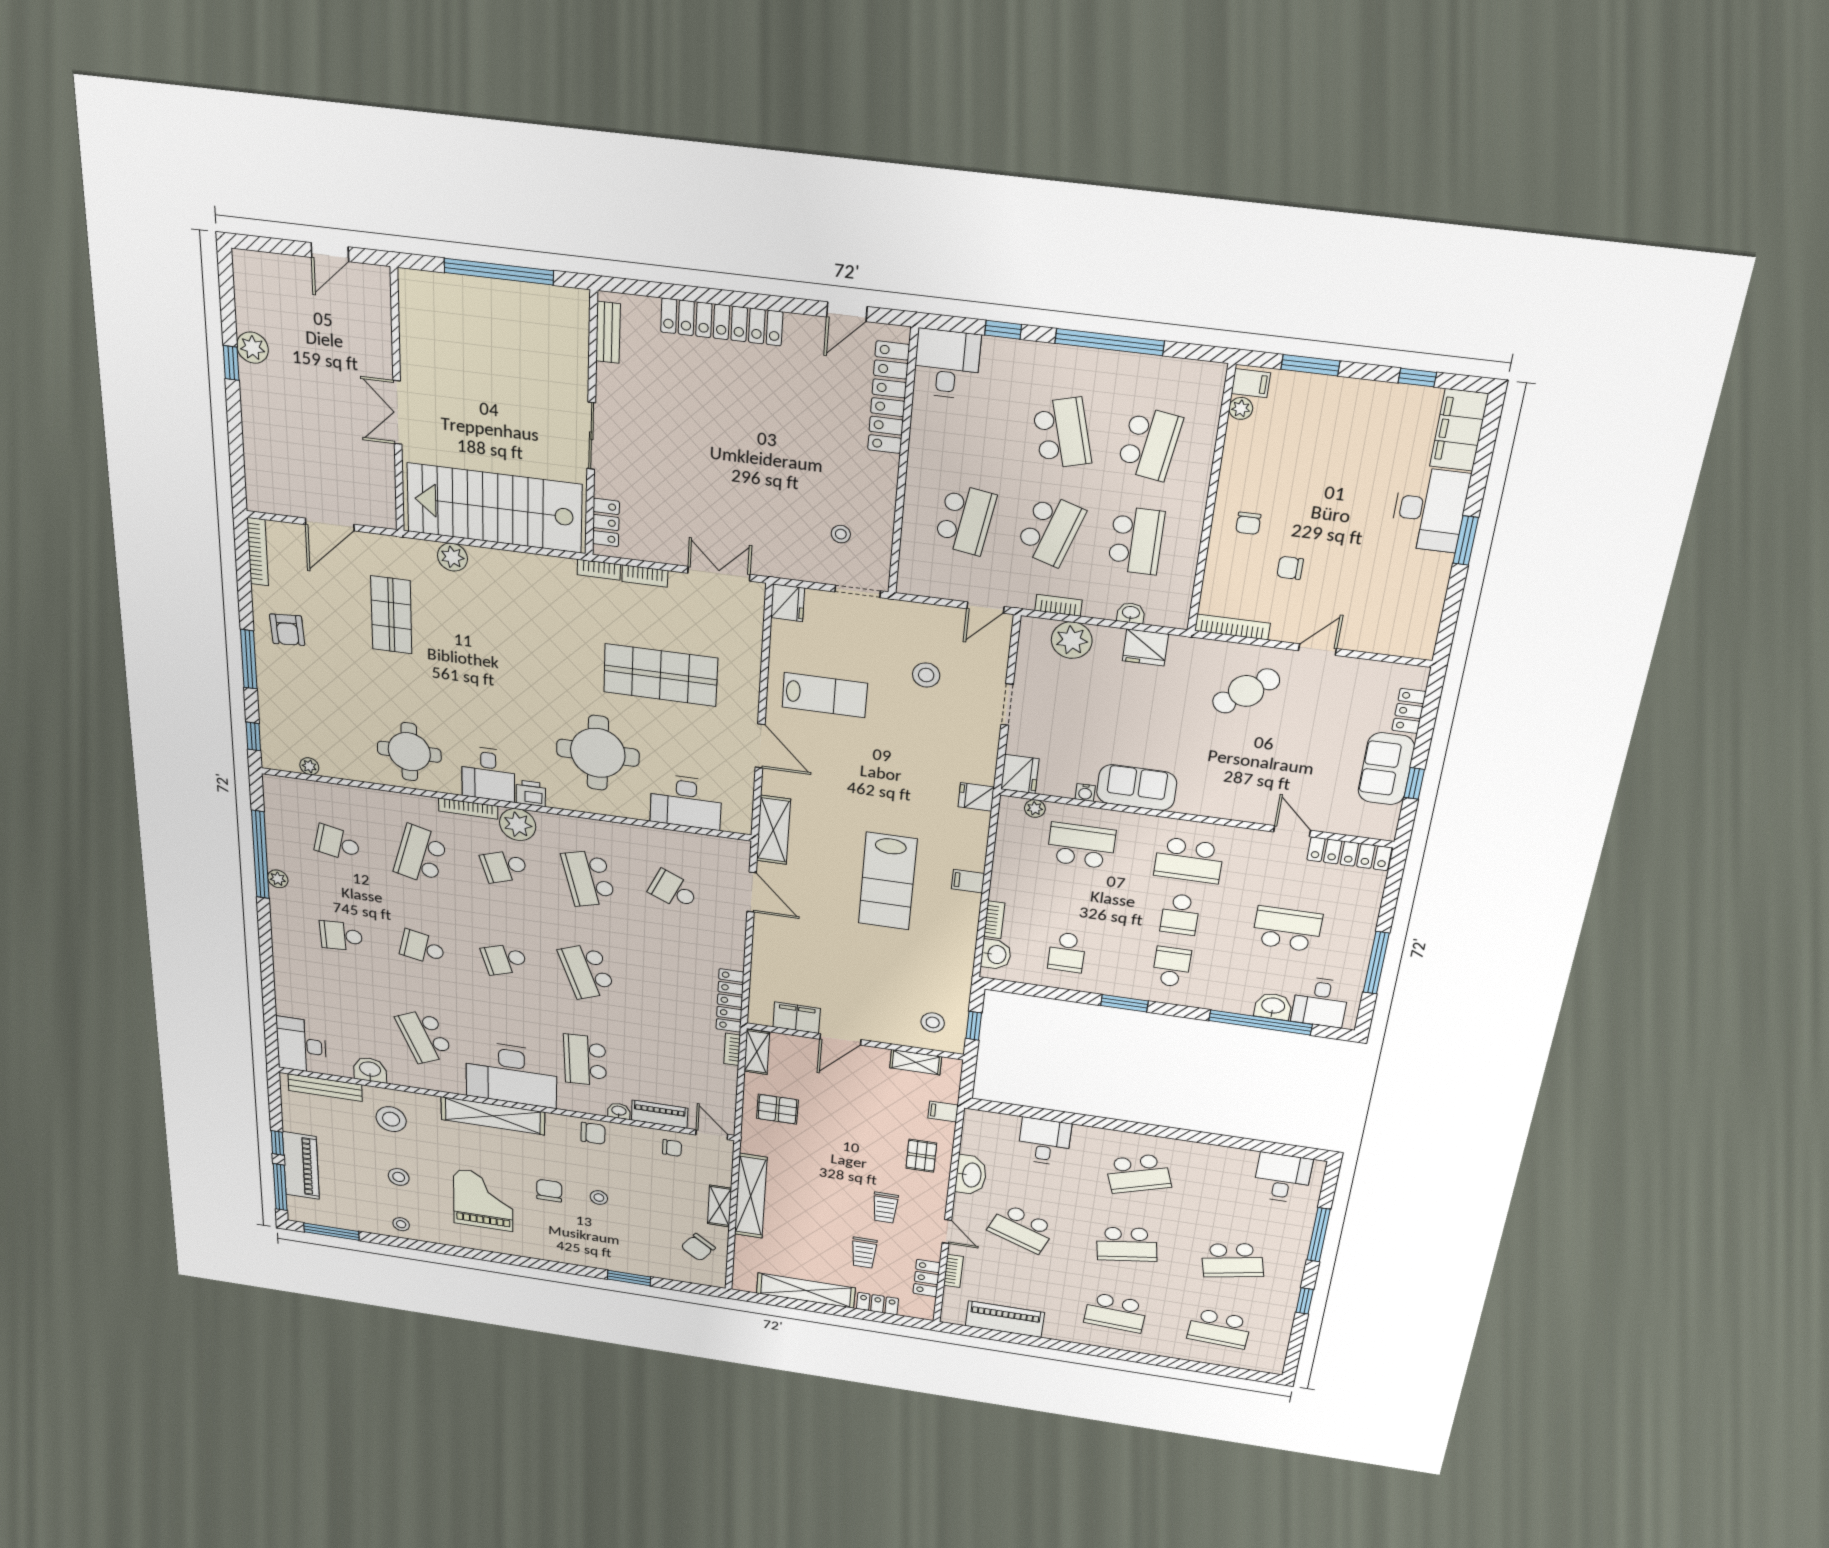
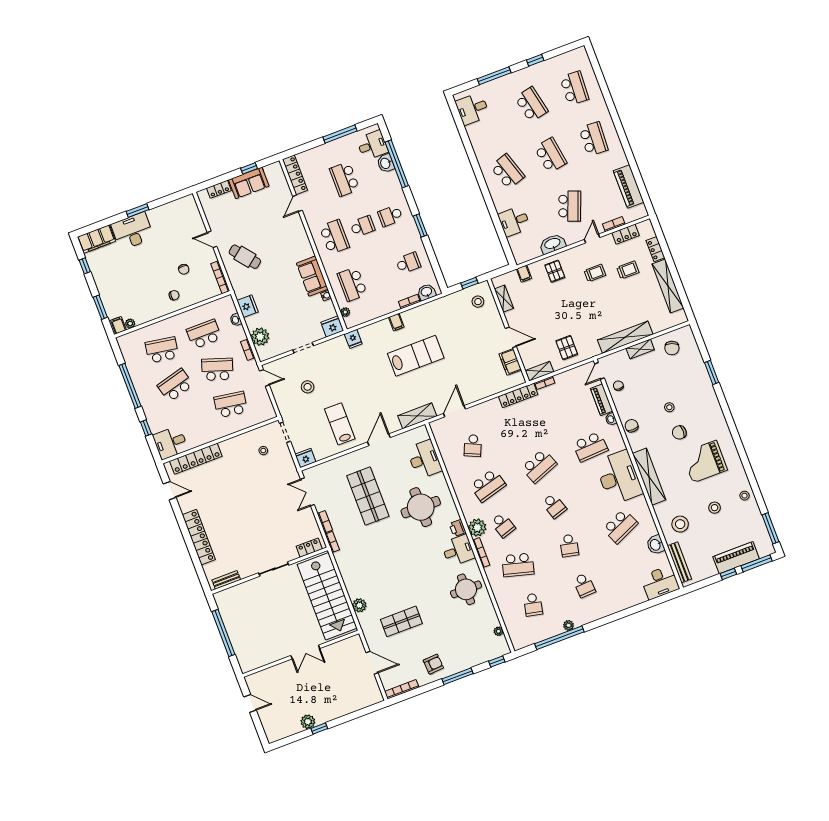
pallet: (921, 1156) -> (555, 271), turned 90
chair: (698, 1247) -> (672, 348), turned 73

